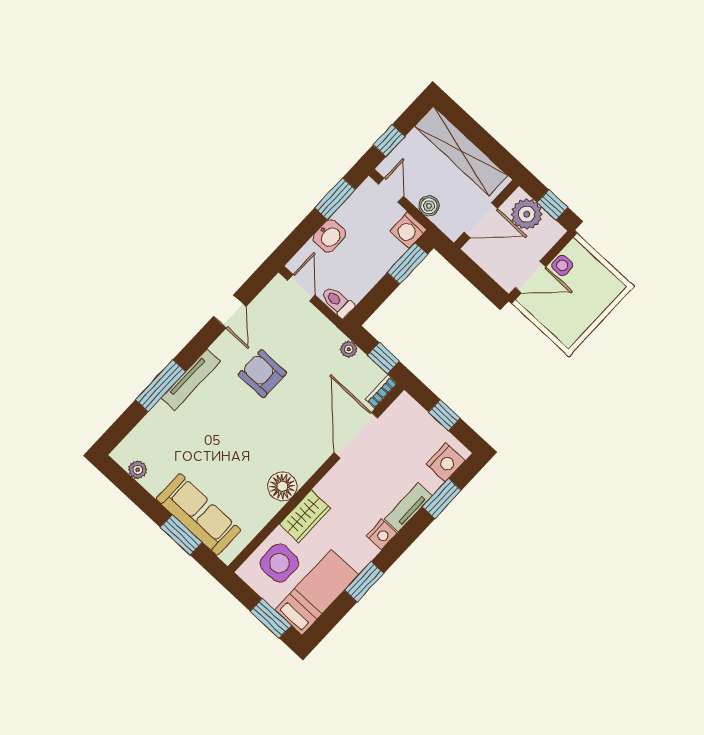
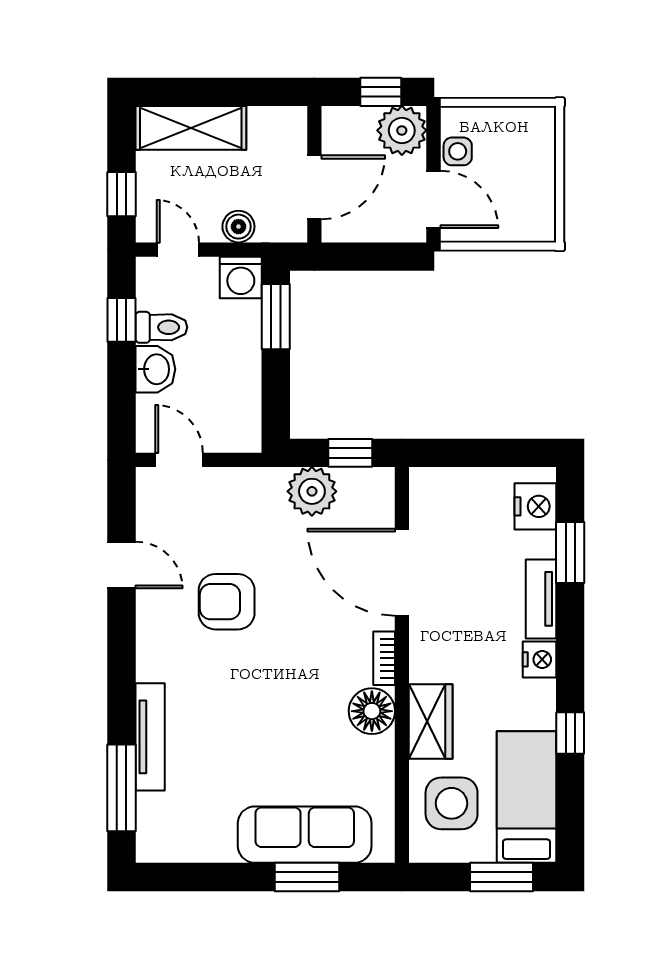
shelving: (461, 151) -> (191, 128), width x0.68
window: (335, 199) -> (122, 320), width x0.67
plant: (527, 214) -> (402, 130), moved
door: (530, 277) -> (433, 199), hinge flipped
toilet: (337, 302) -> (161, 327), moved, turned 180
plant: (349, 349) -> (312, 491), width x1.88, depth x1.88
tv unit: (191, 380) -> (150, 737), moved
window: (161, 386) -> (122, 788), moved
bookcase: (381, 392) -> (384, 658), moved
window: (444, 415) -> (483, 453), removed
plant: (138, 470) -> (186, 848), removed
window: (364, 582) -> (570, 733), width x0.67

